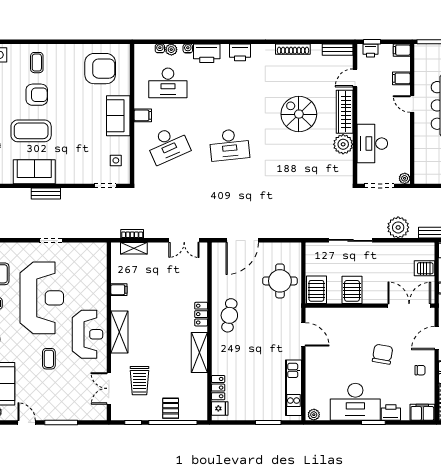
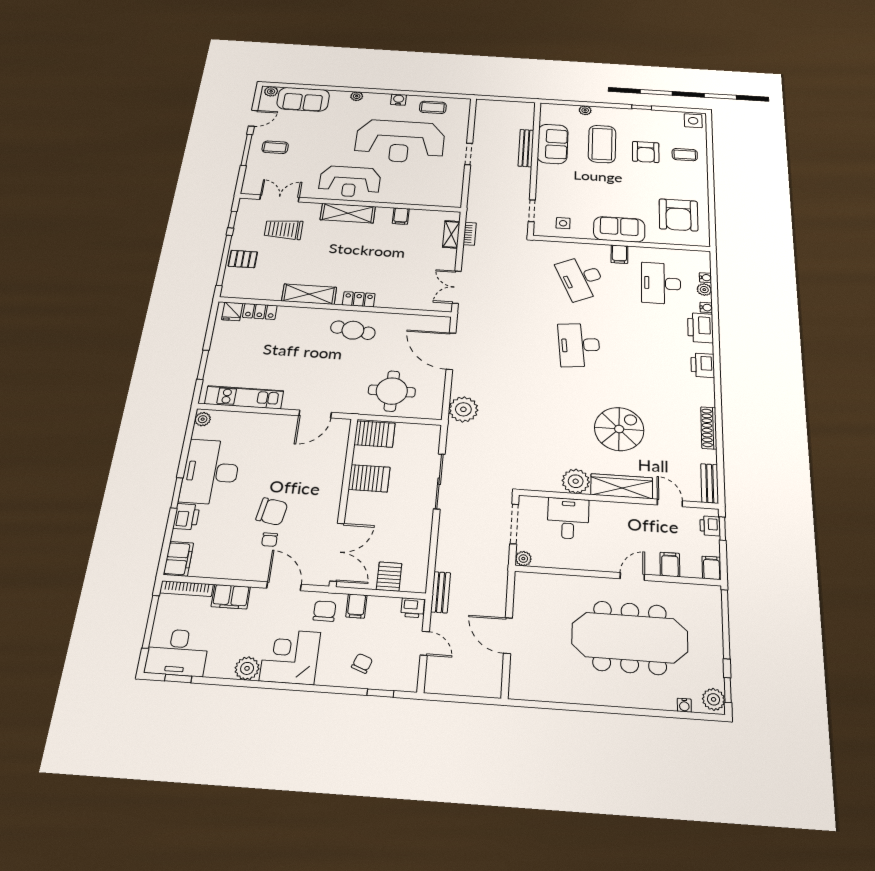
desk: (372, 144) -> (568, 518), width x0.73
bench: (46, 193) -> (526, 148), width x1.36
plant: (398, 227) -> (463, 409), moved
coffee table: (49, 359) -> (275, 147), moved
chair: (420, 370) -> (270, 540), moved

